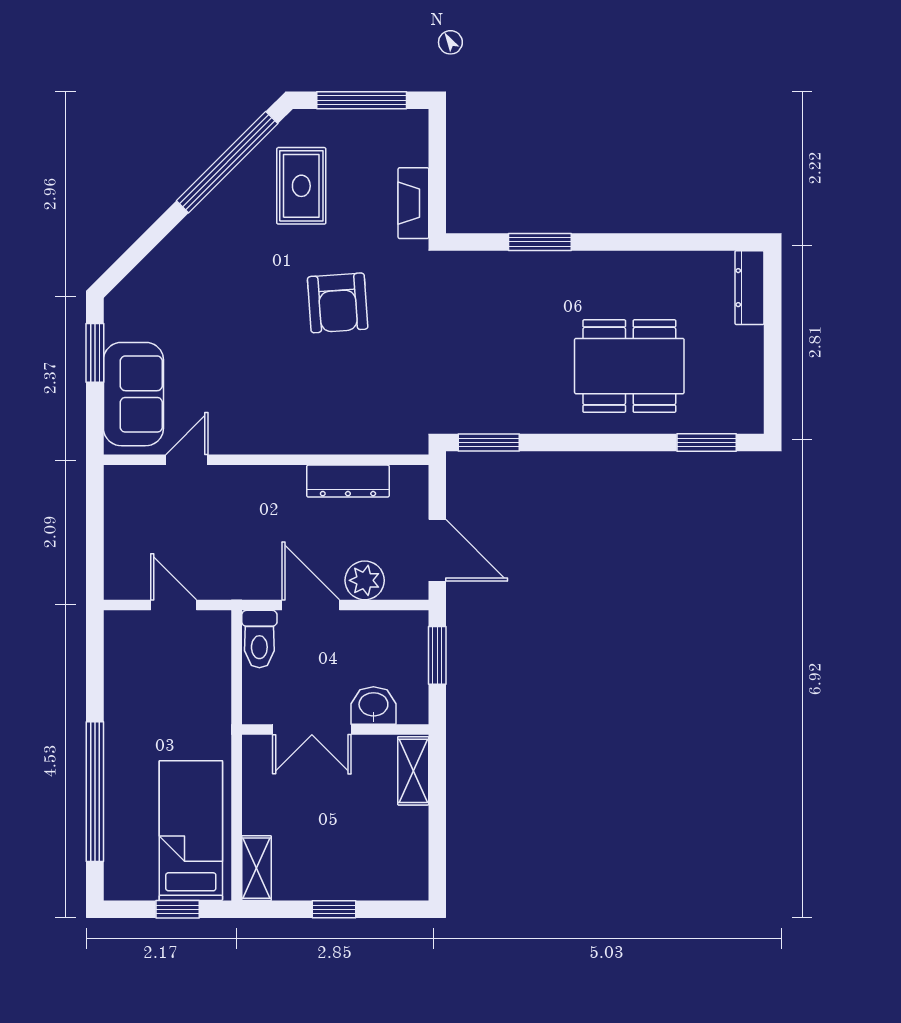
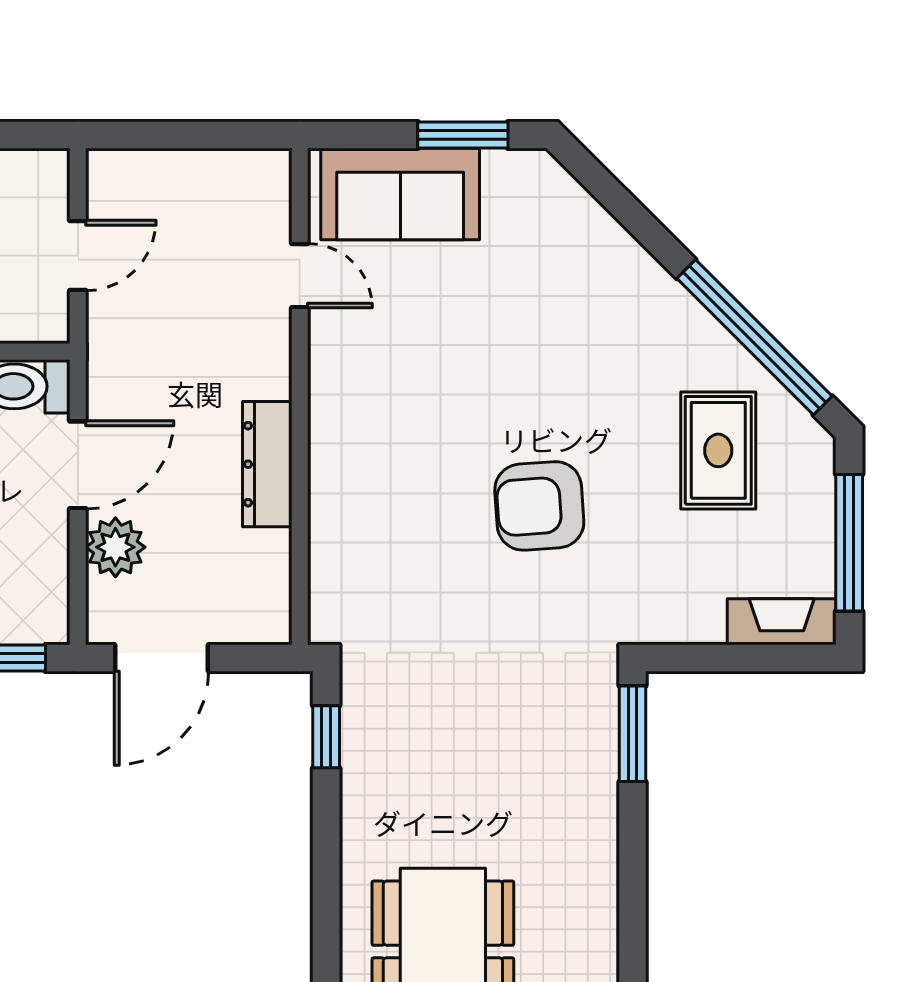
rug: (301, 186) -> (718, 450), turned 90
fireplace: (413, 203) -> (782, 622), moved
window: (540, 242) -> (633, 734), moved
window: (489, 443) -> (326, 737), width x0.67
dresser: (348, 481) -> (267, 464), moved

